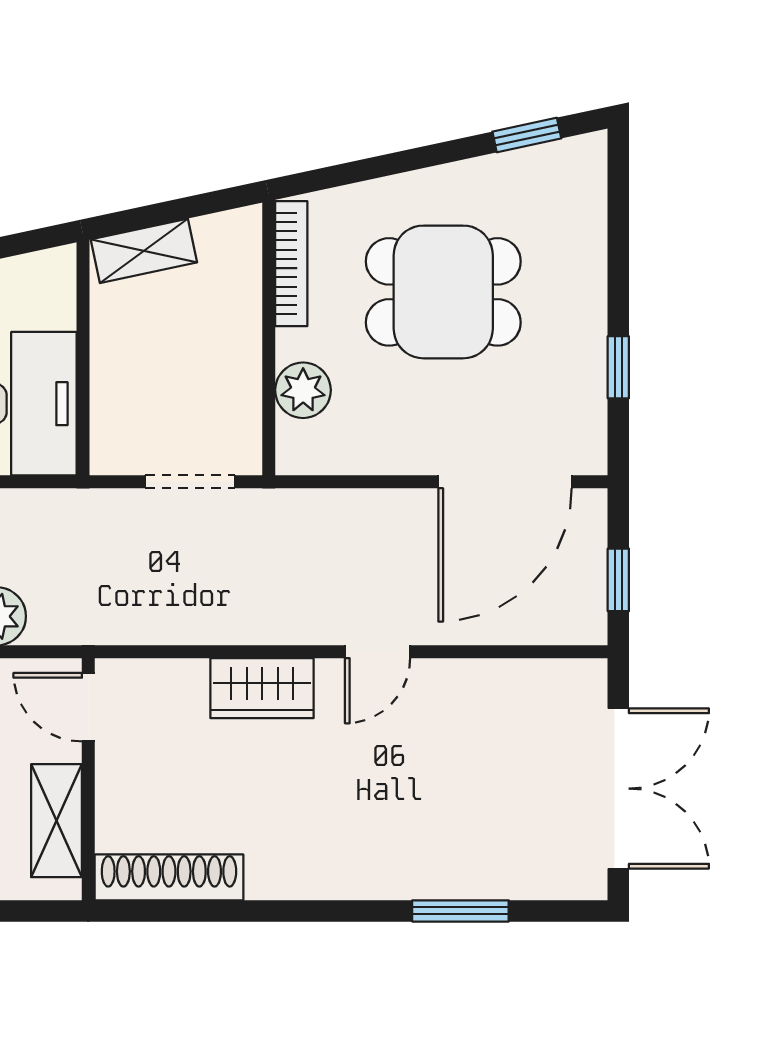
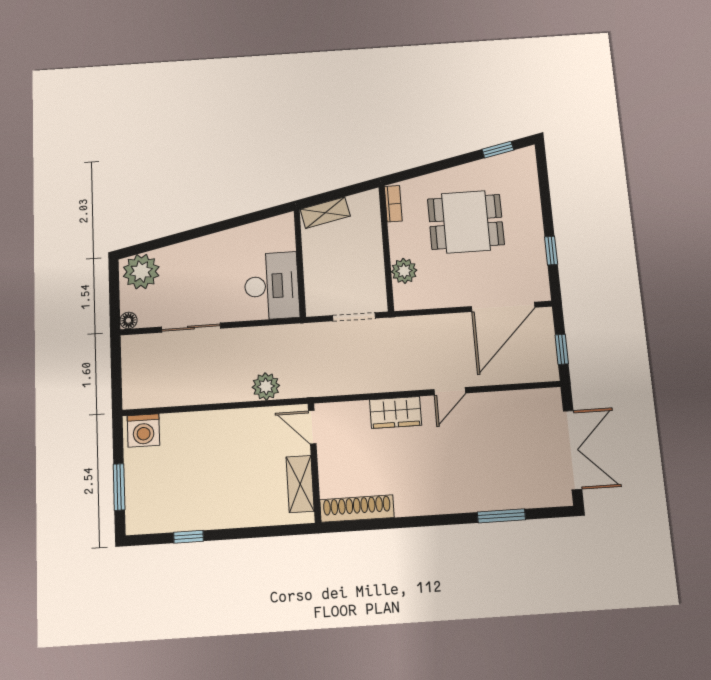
bookcase: (291, 264) -> (393, 204), width x0.64

